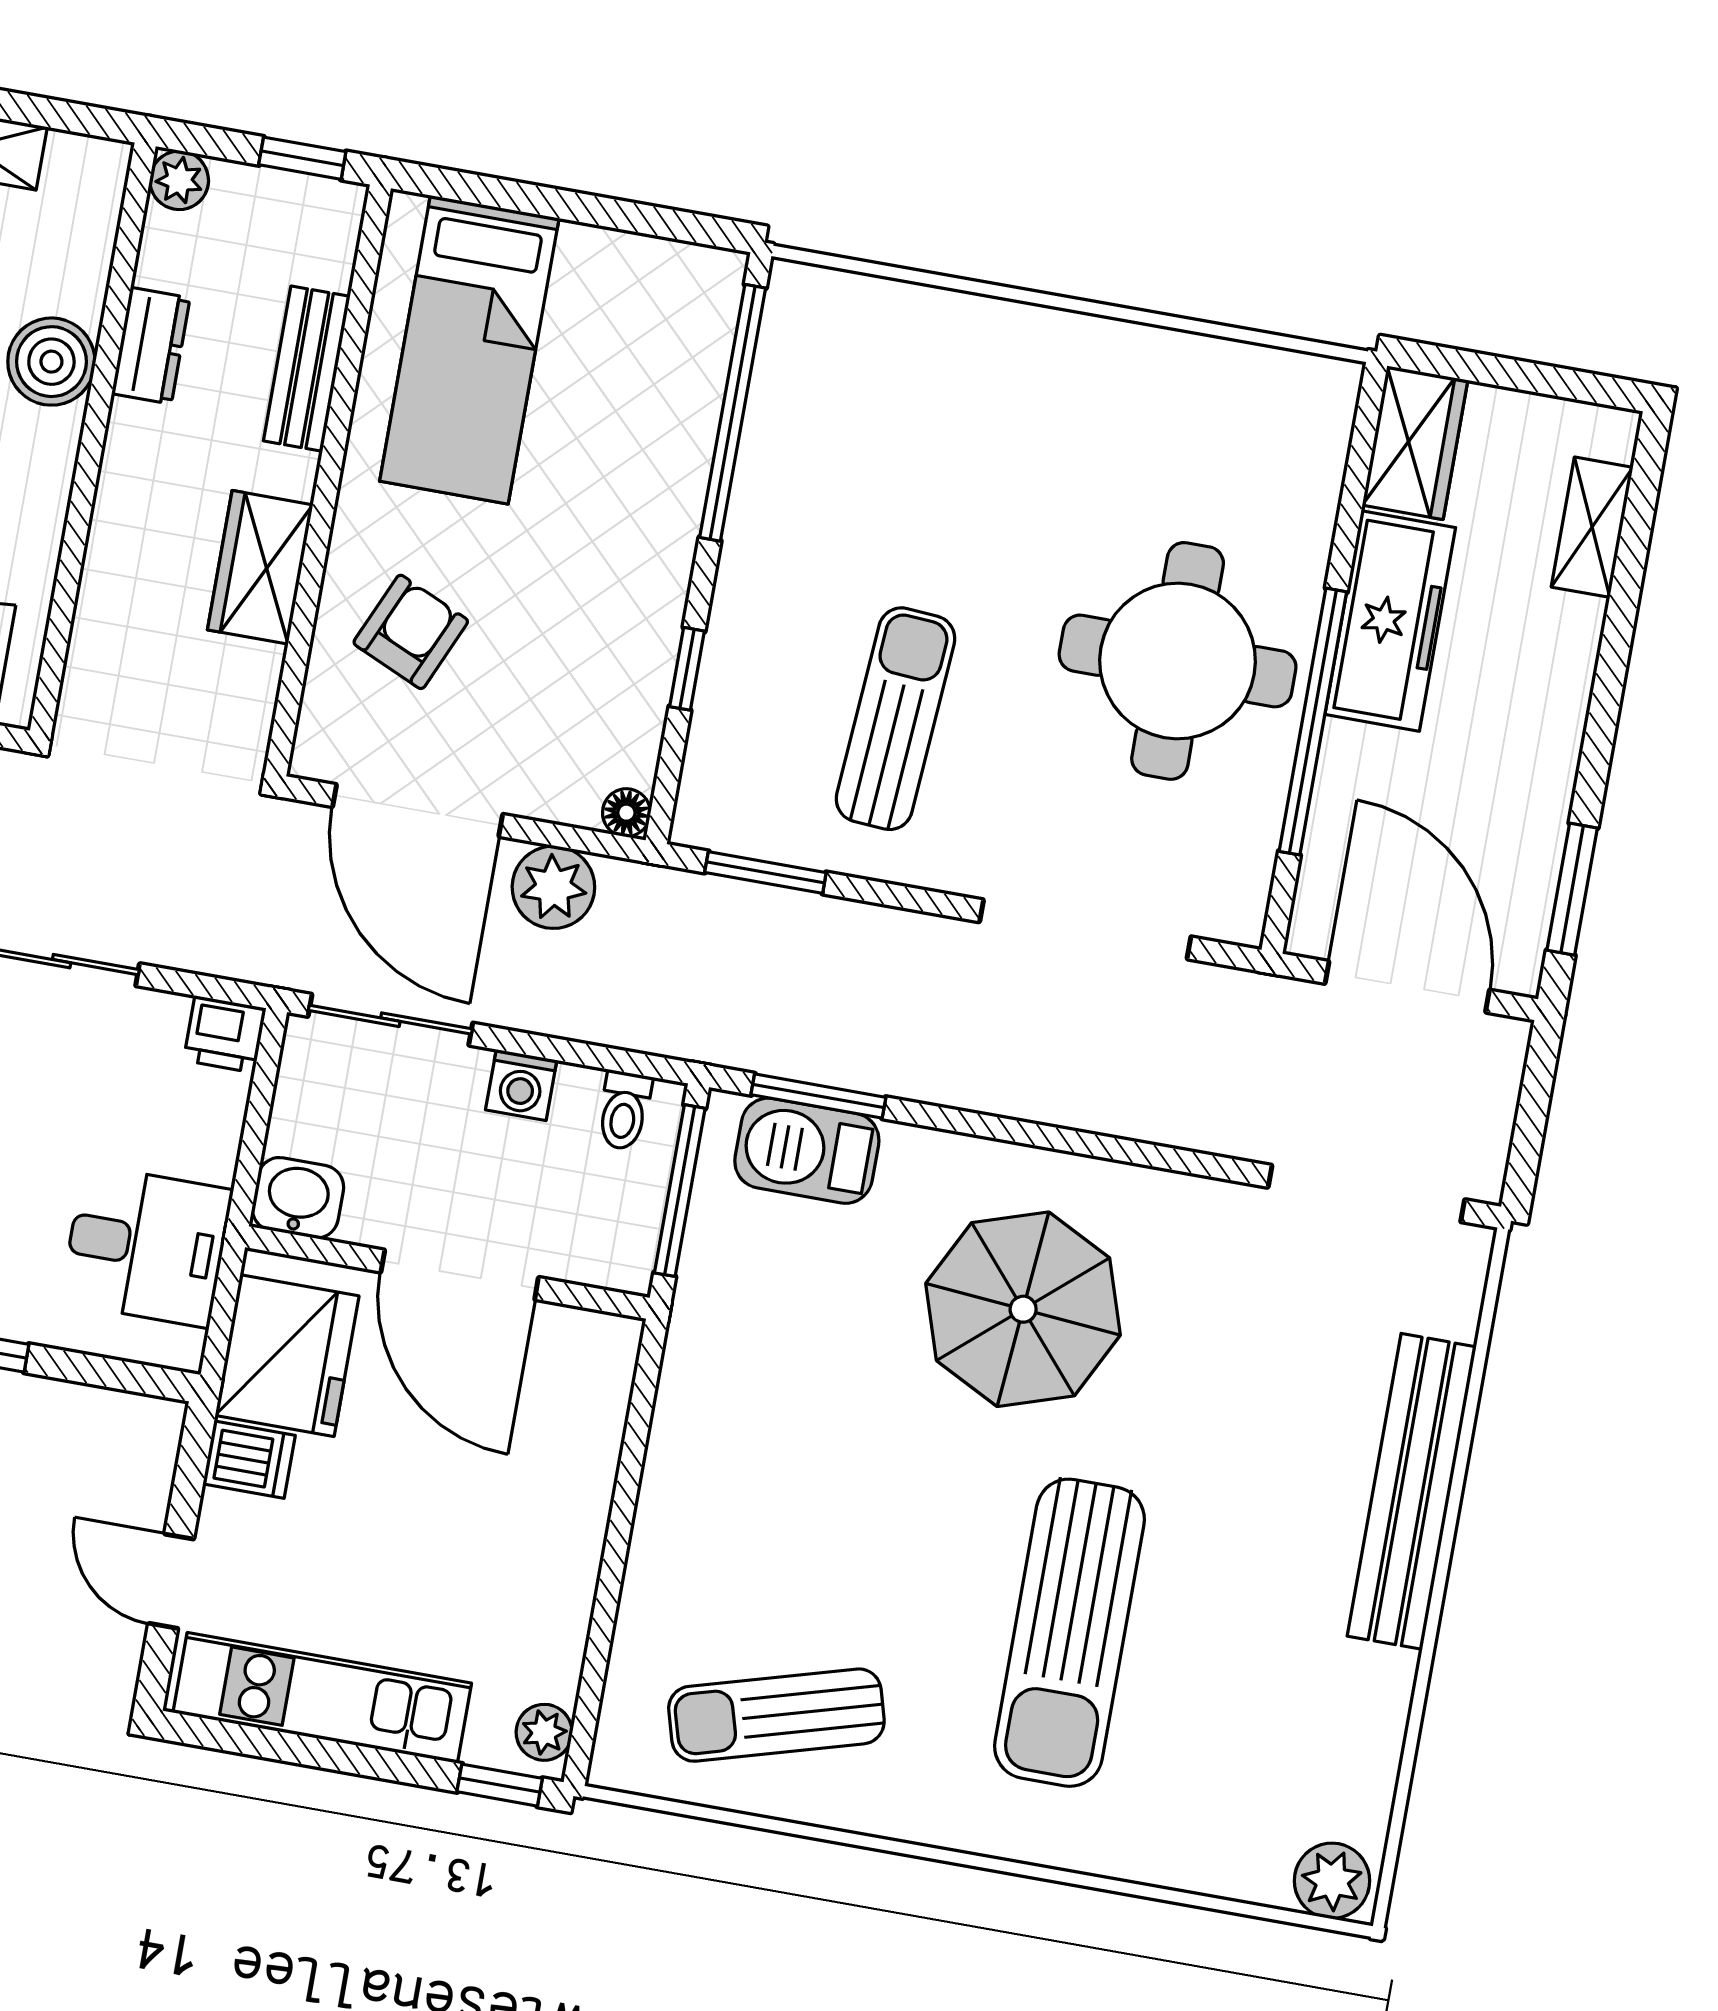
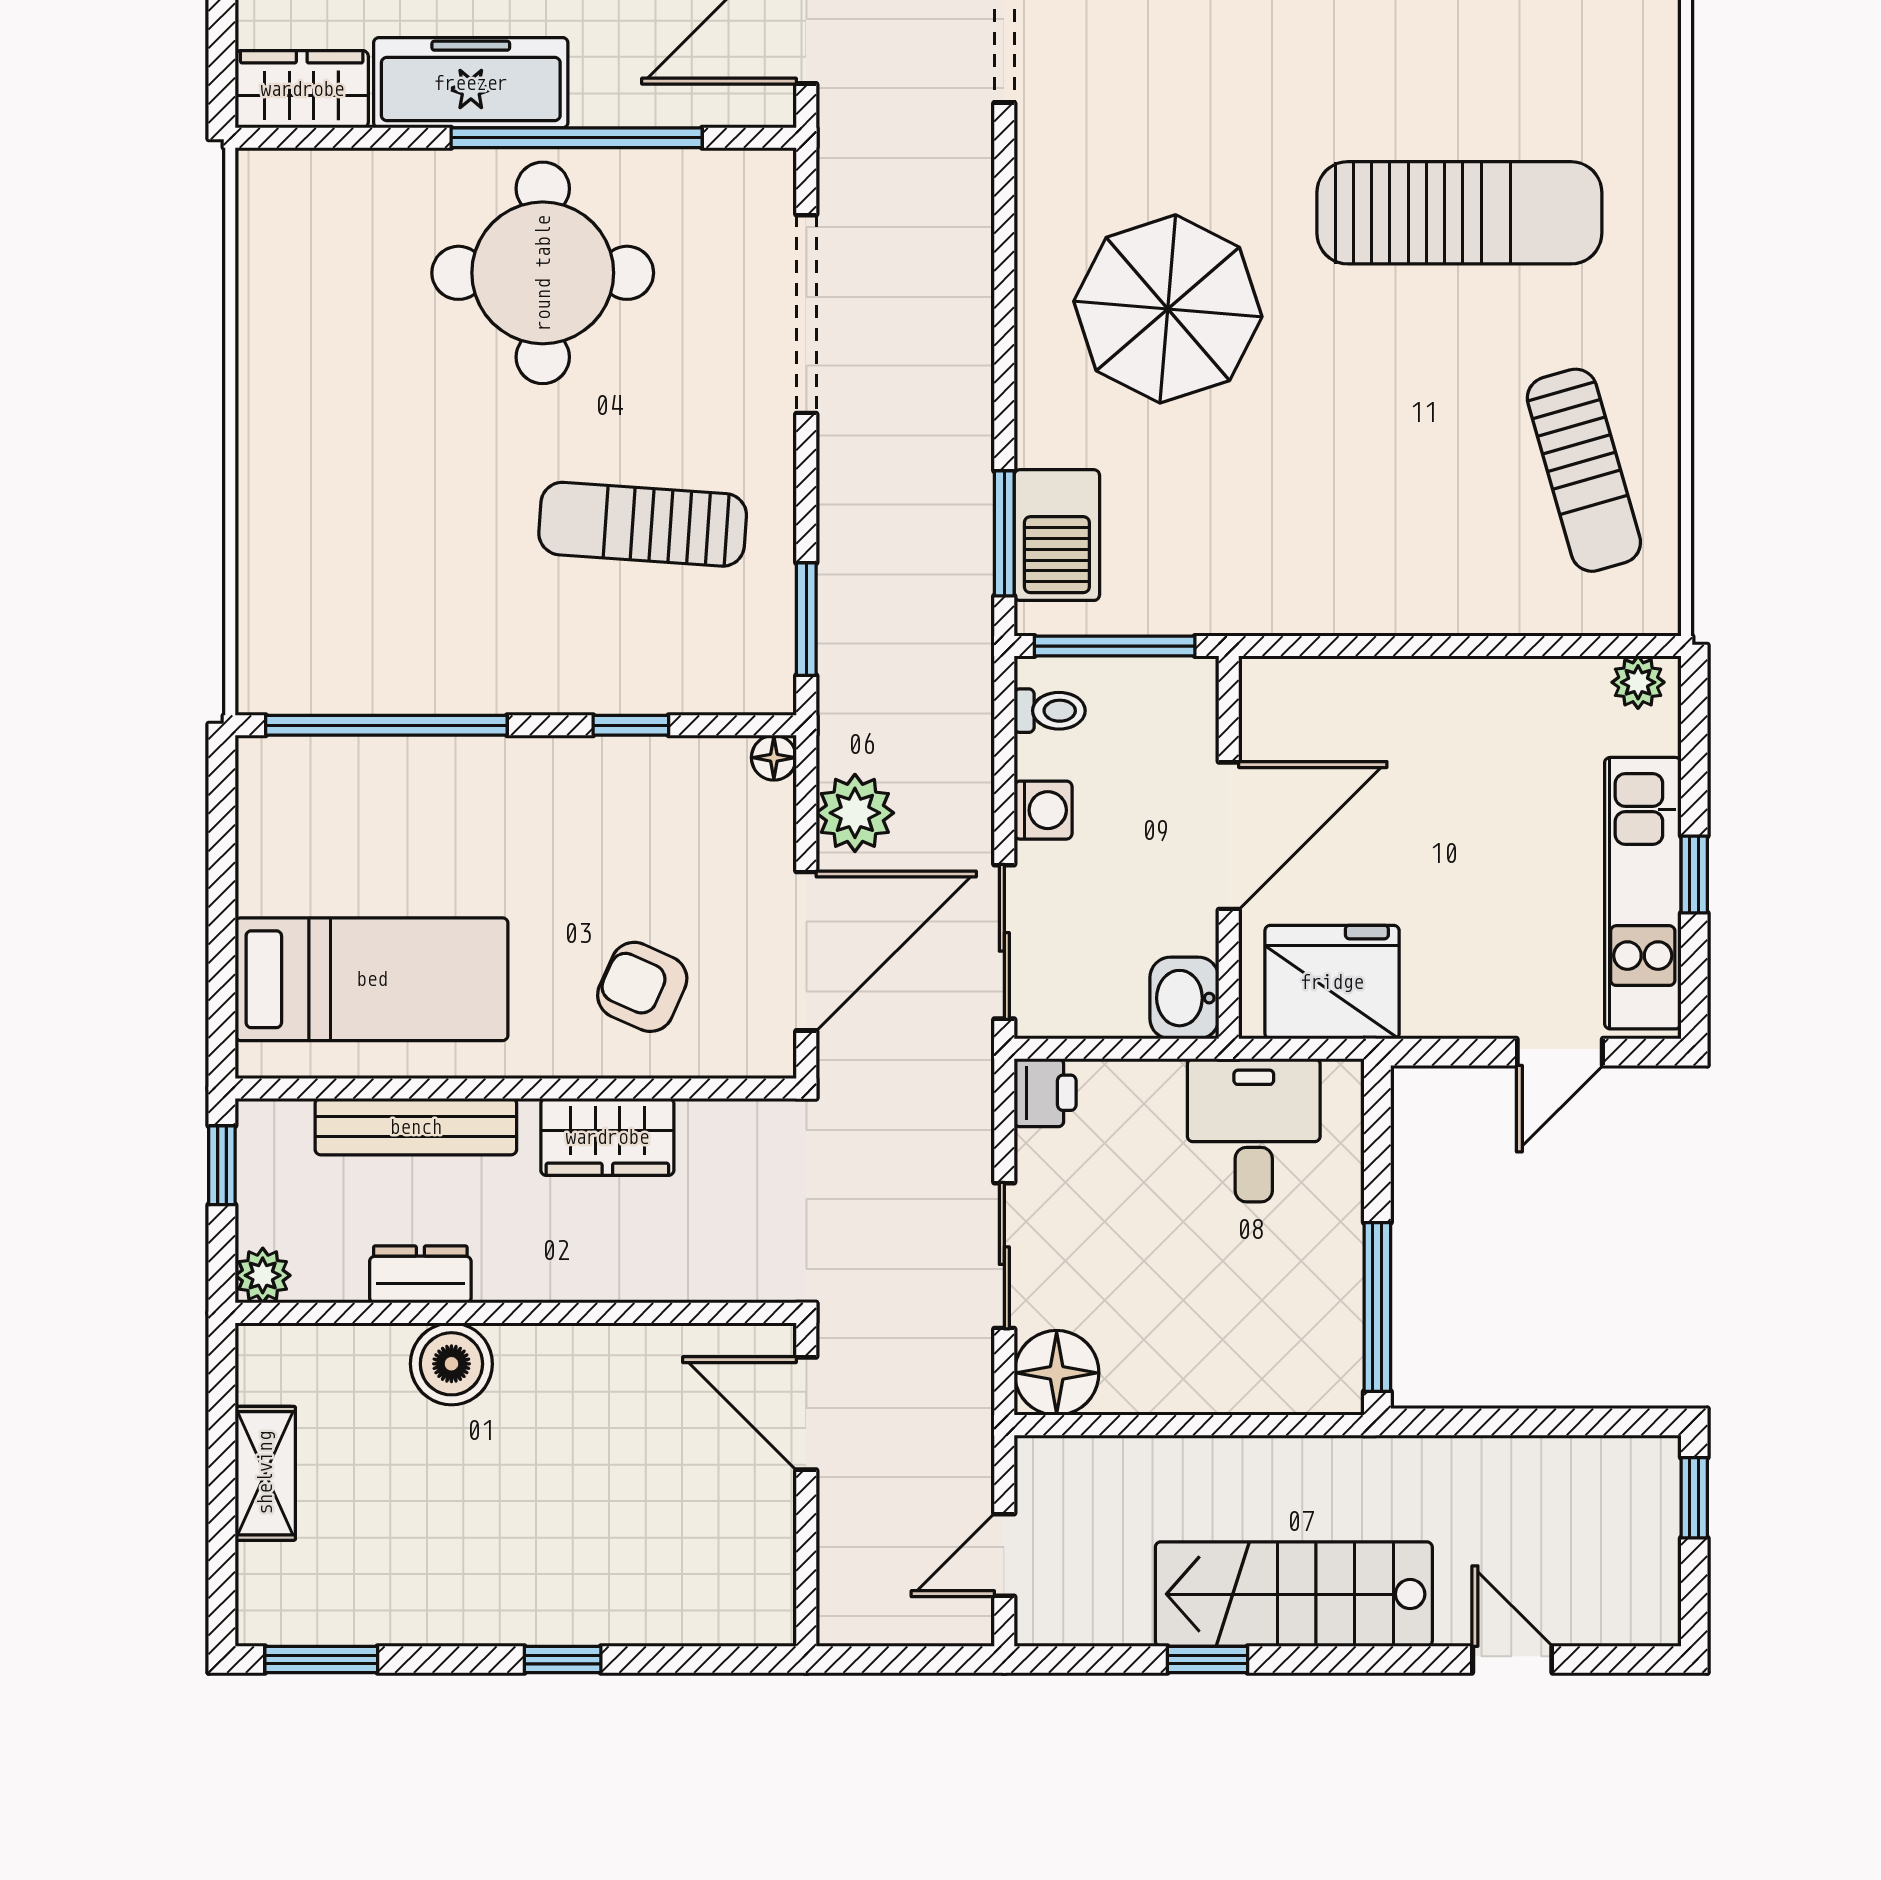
bench: (307, 369) -> (416, 1127), width x1.36
dishwasher: (249, 1460) -> (1434, 1000), removed
window: (500, 1785) -> (1694, 874), moved

